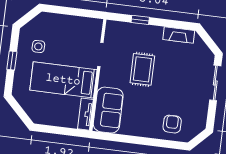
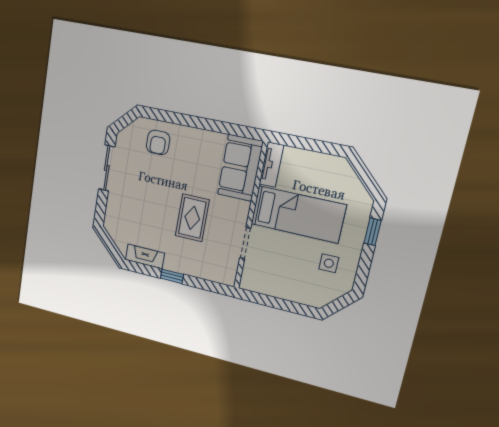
window: (140, 20) -> (172, 276), moved
window: (12, 60) -> (373, 232), moved
sliding door: (215, 83) -> (107, 168), moved

